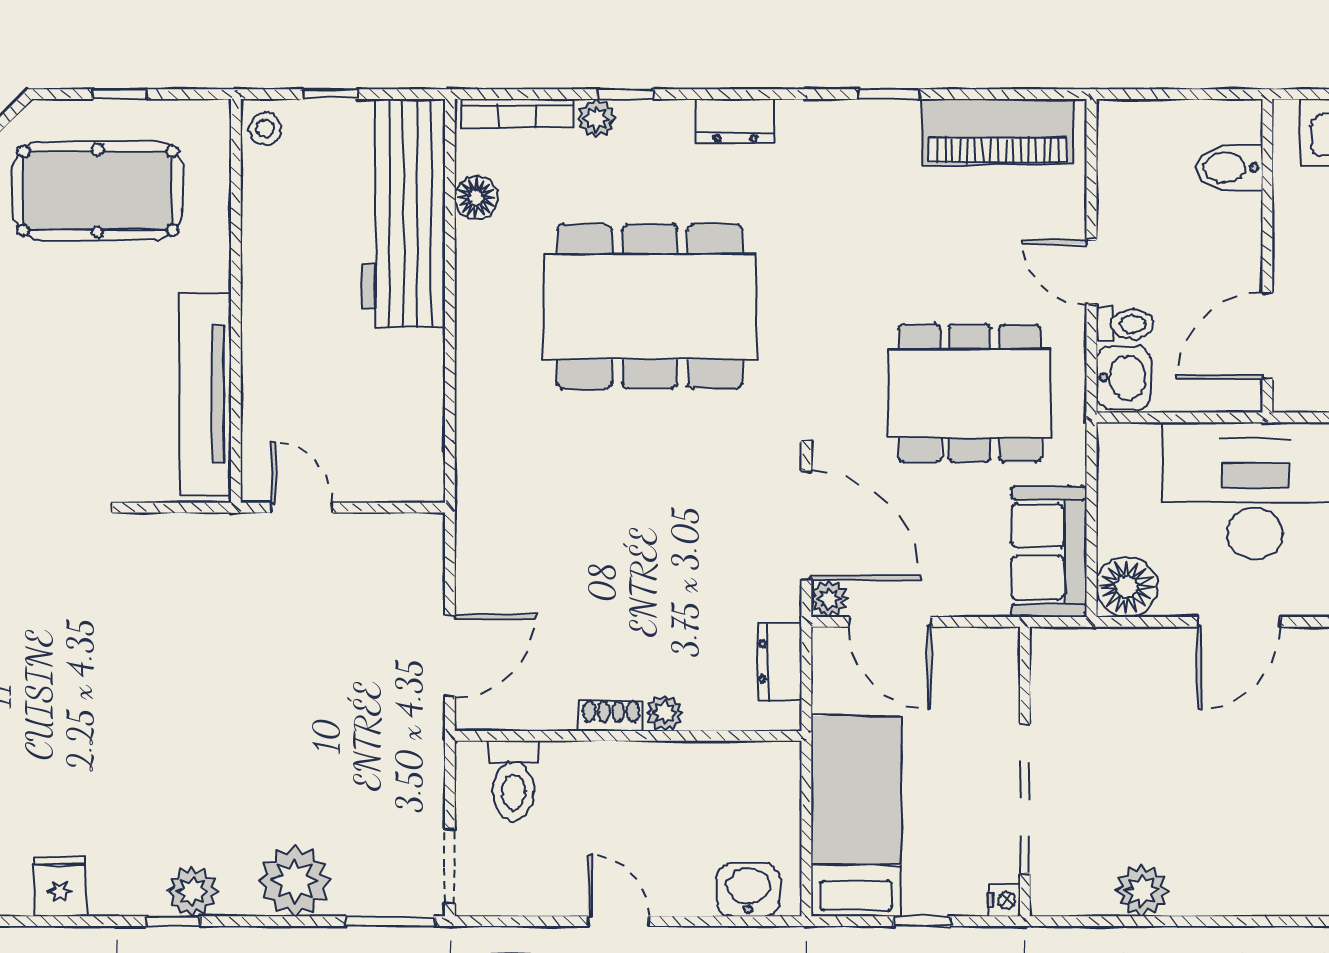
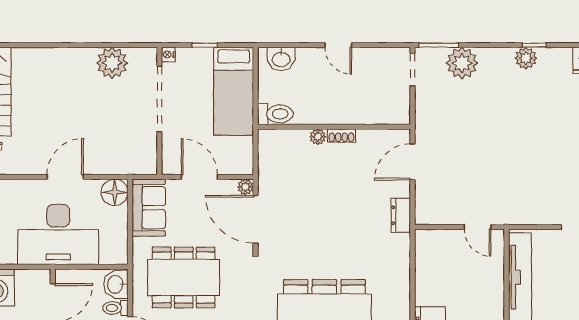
door: (890, 622) -> (199, 177), moved
dresser: (780, 661) -> (401, 215), moved, turned 180
toilet: (513, 781) -> (275, 114), moved, turned 90
plant: (295, 881) -> (462, 63), moved
plant: (1142, 890) -> (112, 63), width x1.36, depth x1.36

